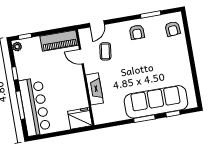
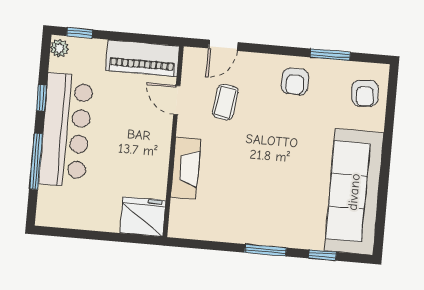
sofa: (156, 102) -> (354, 192), moved, turned -90
bar counter: (35, 107) -> (66, 130), moved

